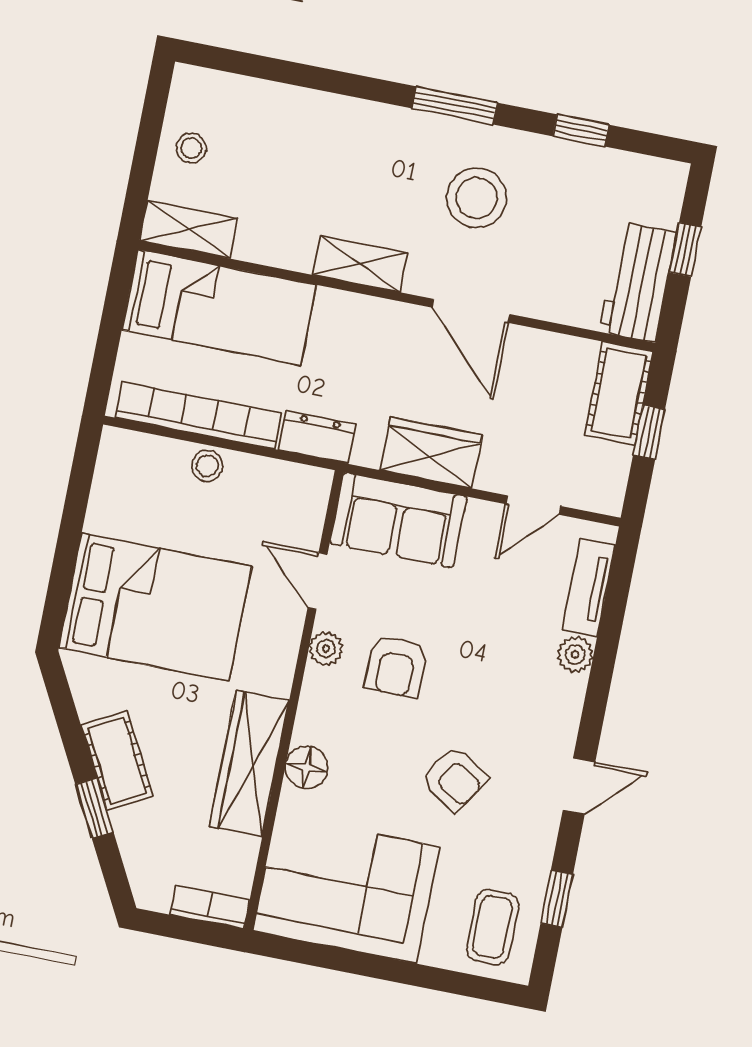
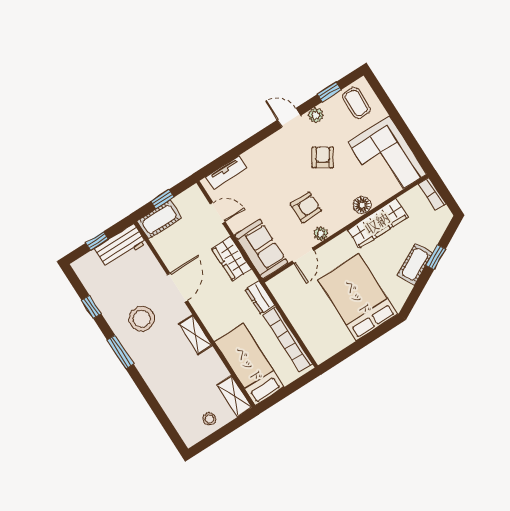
stool: (207, 466) -> (300, 322), removed
plant: (575, 655) -> (316, 115), moved
coffee table: (493, 927) -> (356, 103), turned 90

